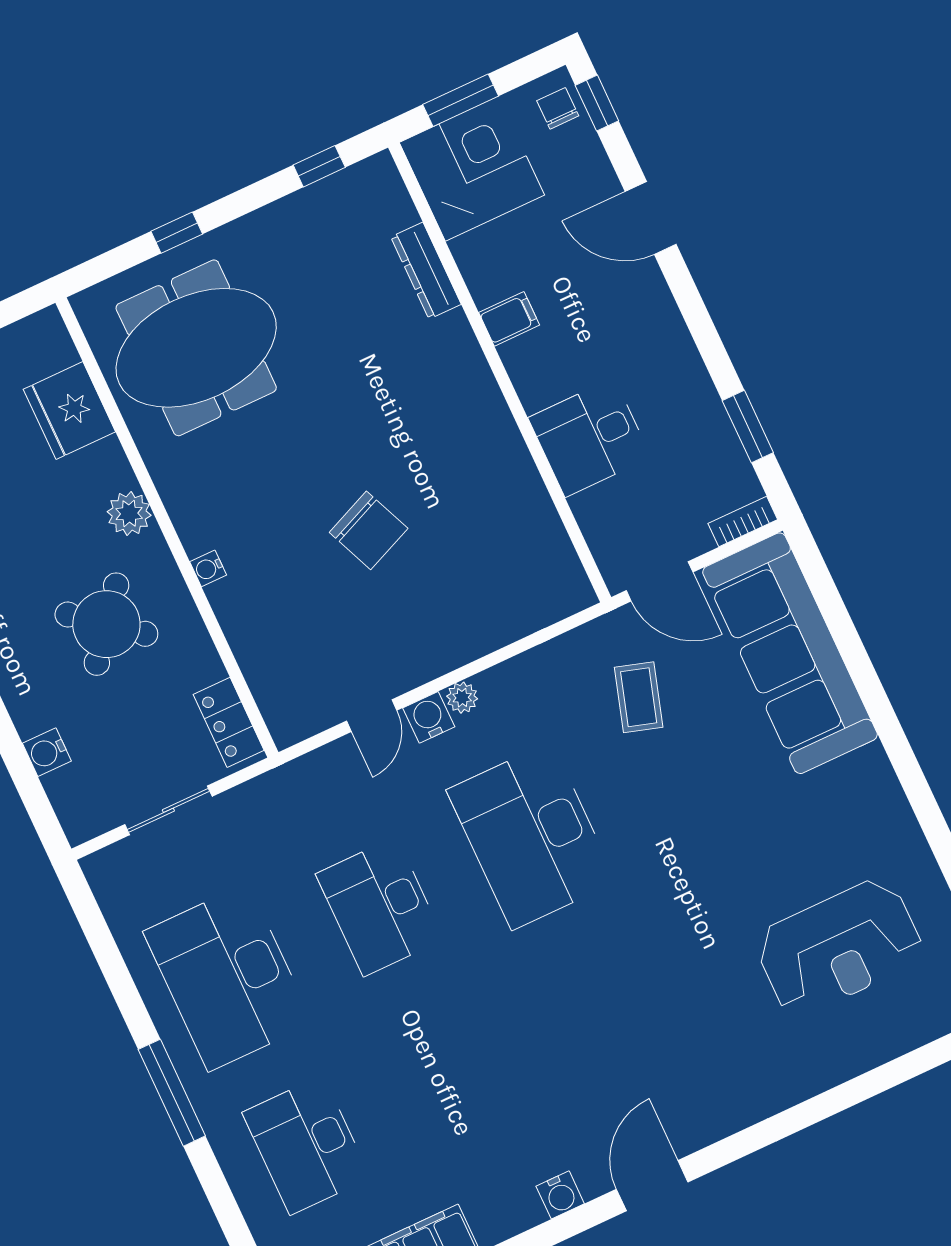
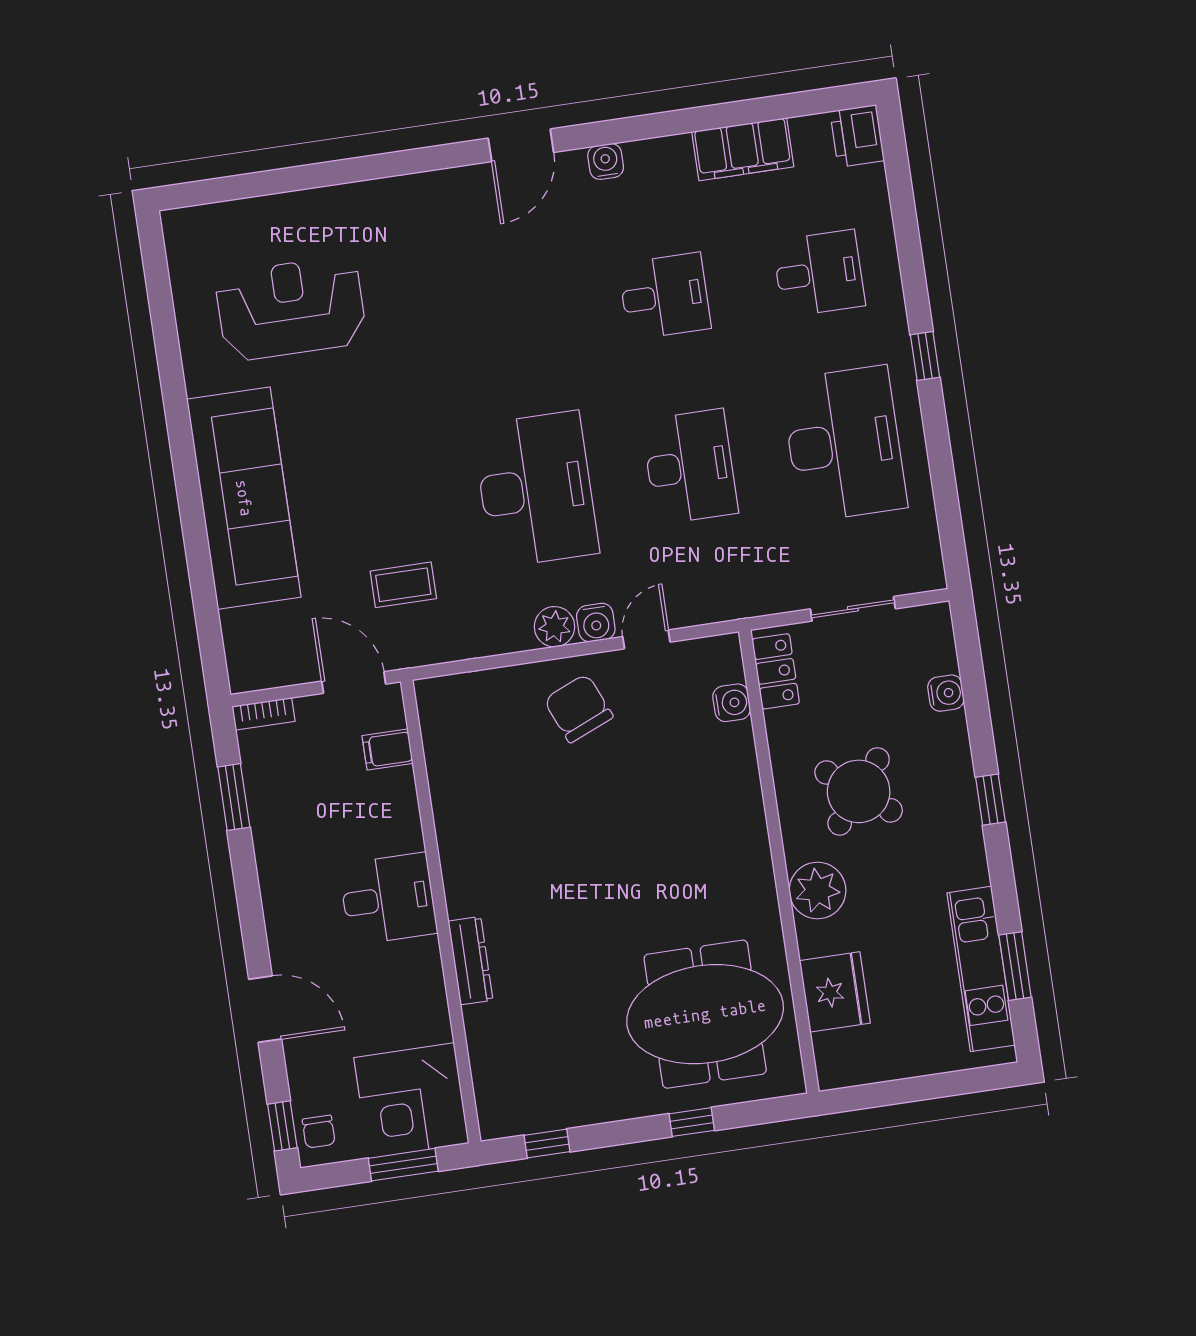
dresser: (426, 271) -> (470, 961), moved
filing cabinet: (509, 319) -> (388, 750), moved
desk: (590, 438) -> (388, 899), moved
plant: (129, 513) -> (818, 891), width x1.36, depth x1.36
chair: (369, 530) -> (578, 708), moved
water cooler: (208, 568) -> (732, 703), moved, width x1.38, depth x1.38
sofa: (790, 653) -> (244, 498), moved
coffee table: (639, 697) -> (403, 585), turned 73
plant: (462, 698) -> (555, 627), width x1.38, depth x1.38
desk: (458, 1075) -> (665, 296), added
window: (172, 1093) -> (925, 356), width x0.46
desk: (306, 1145) -> (819, 273), width x0.73

